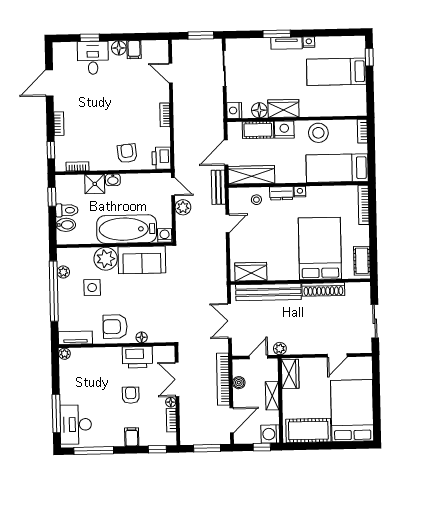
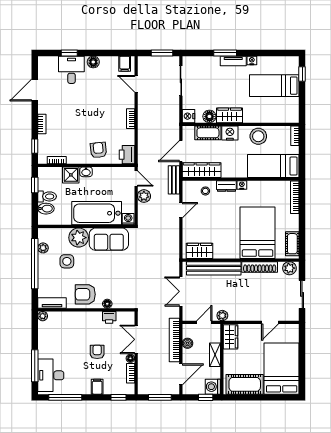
filing cabinet: (134, 50) -> (125, 64), moved
plant: (359, 290) -> (289, 268), added
printer: (137, 357) -> (109, 317), width x0.53, depth x0.68

